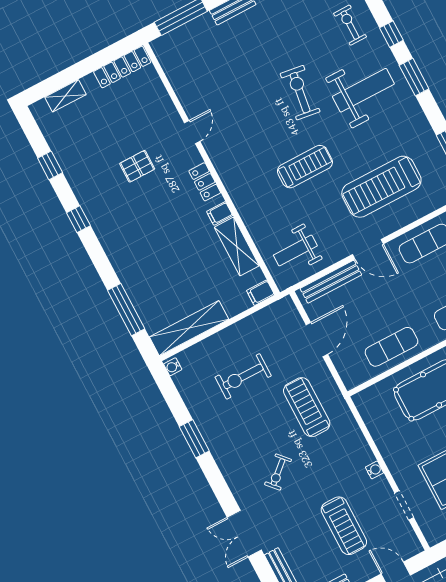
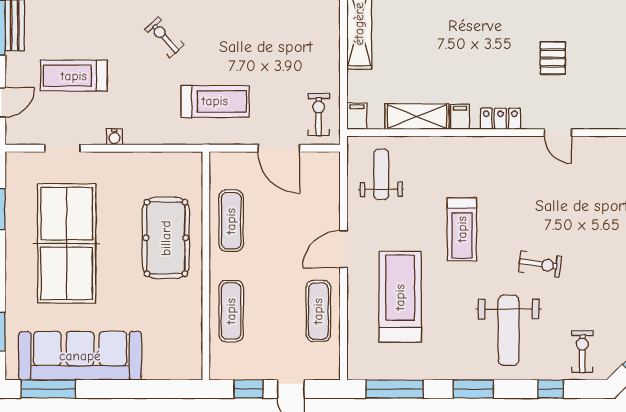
exercise bike: (350, 25) -> (582, 352), turned -90
window: (414, 77) -> (473, 389), moved
exercise bike: (300, 93) -> (540, 264), width x0.73, depth x0.72
bench: (331, 282) -> (330, 194), removed
exercise bike: (243, 376) -> (319, 115), moved, width x0.73, depth x0.72

